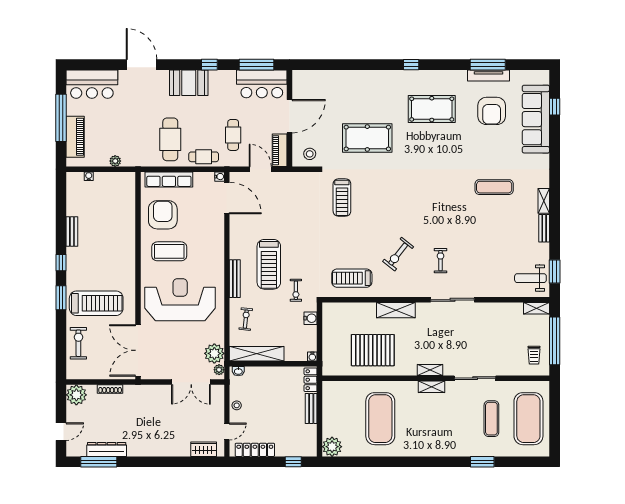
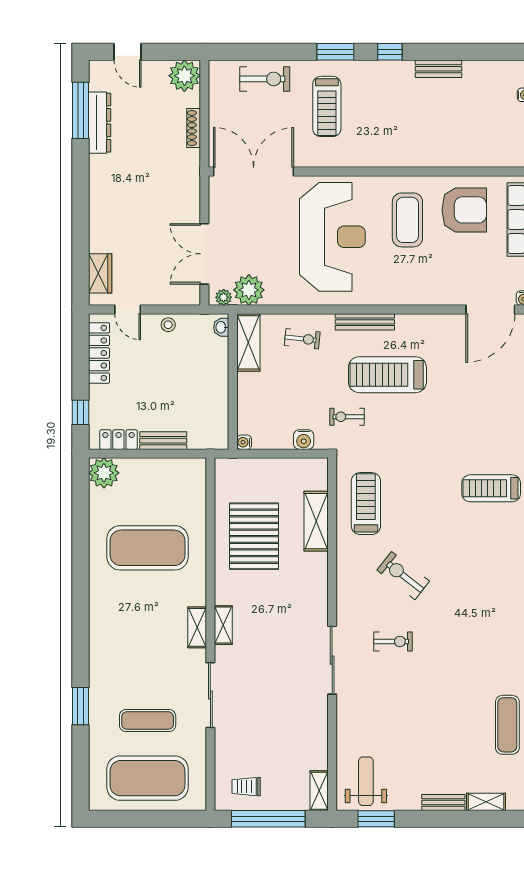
treadmill: (96, 303) -> (327, 106), width x0.73, depth x0.73
shelving: (396, 310) -> (316, 521), moved
shelving: (257, 354) -> (248, 342), width x0.68
locker: (311, 380) -> (118, 440), moved

